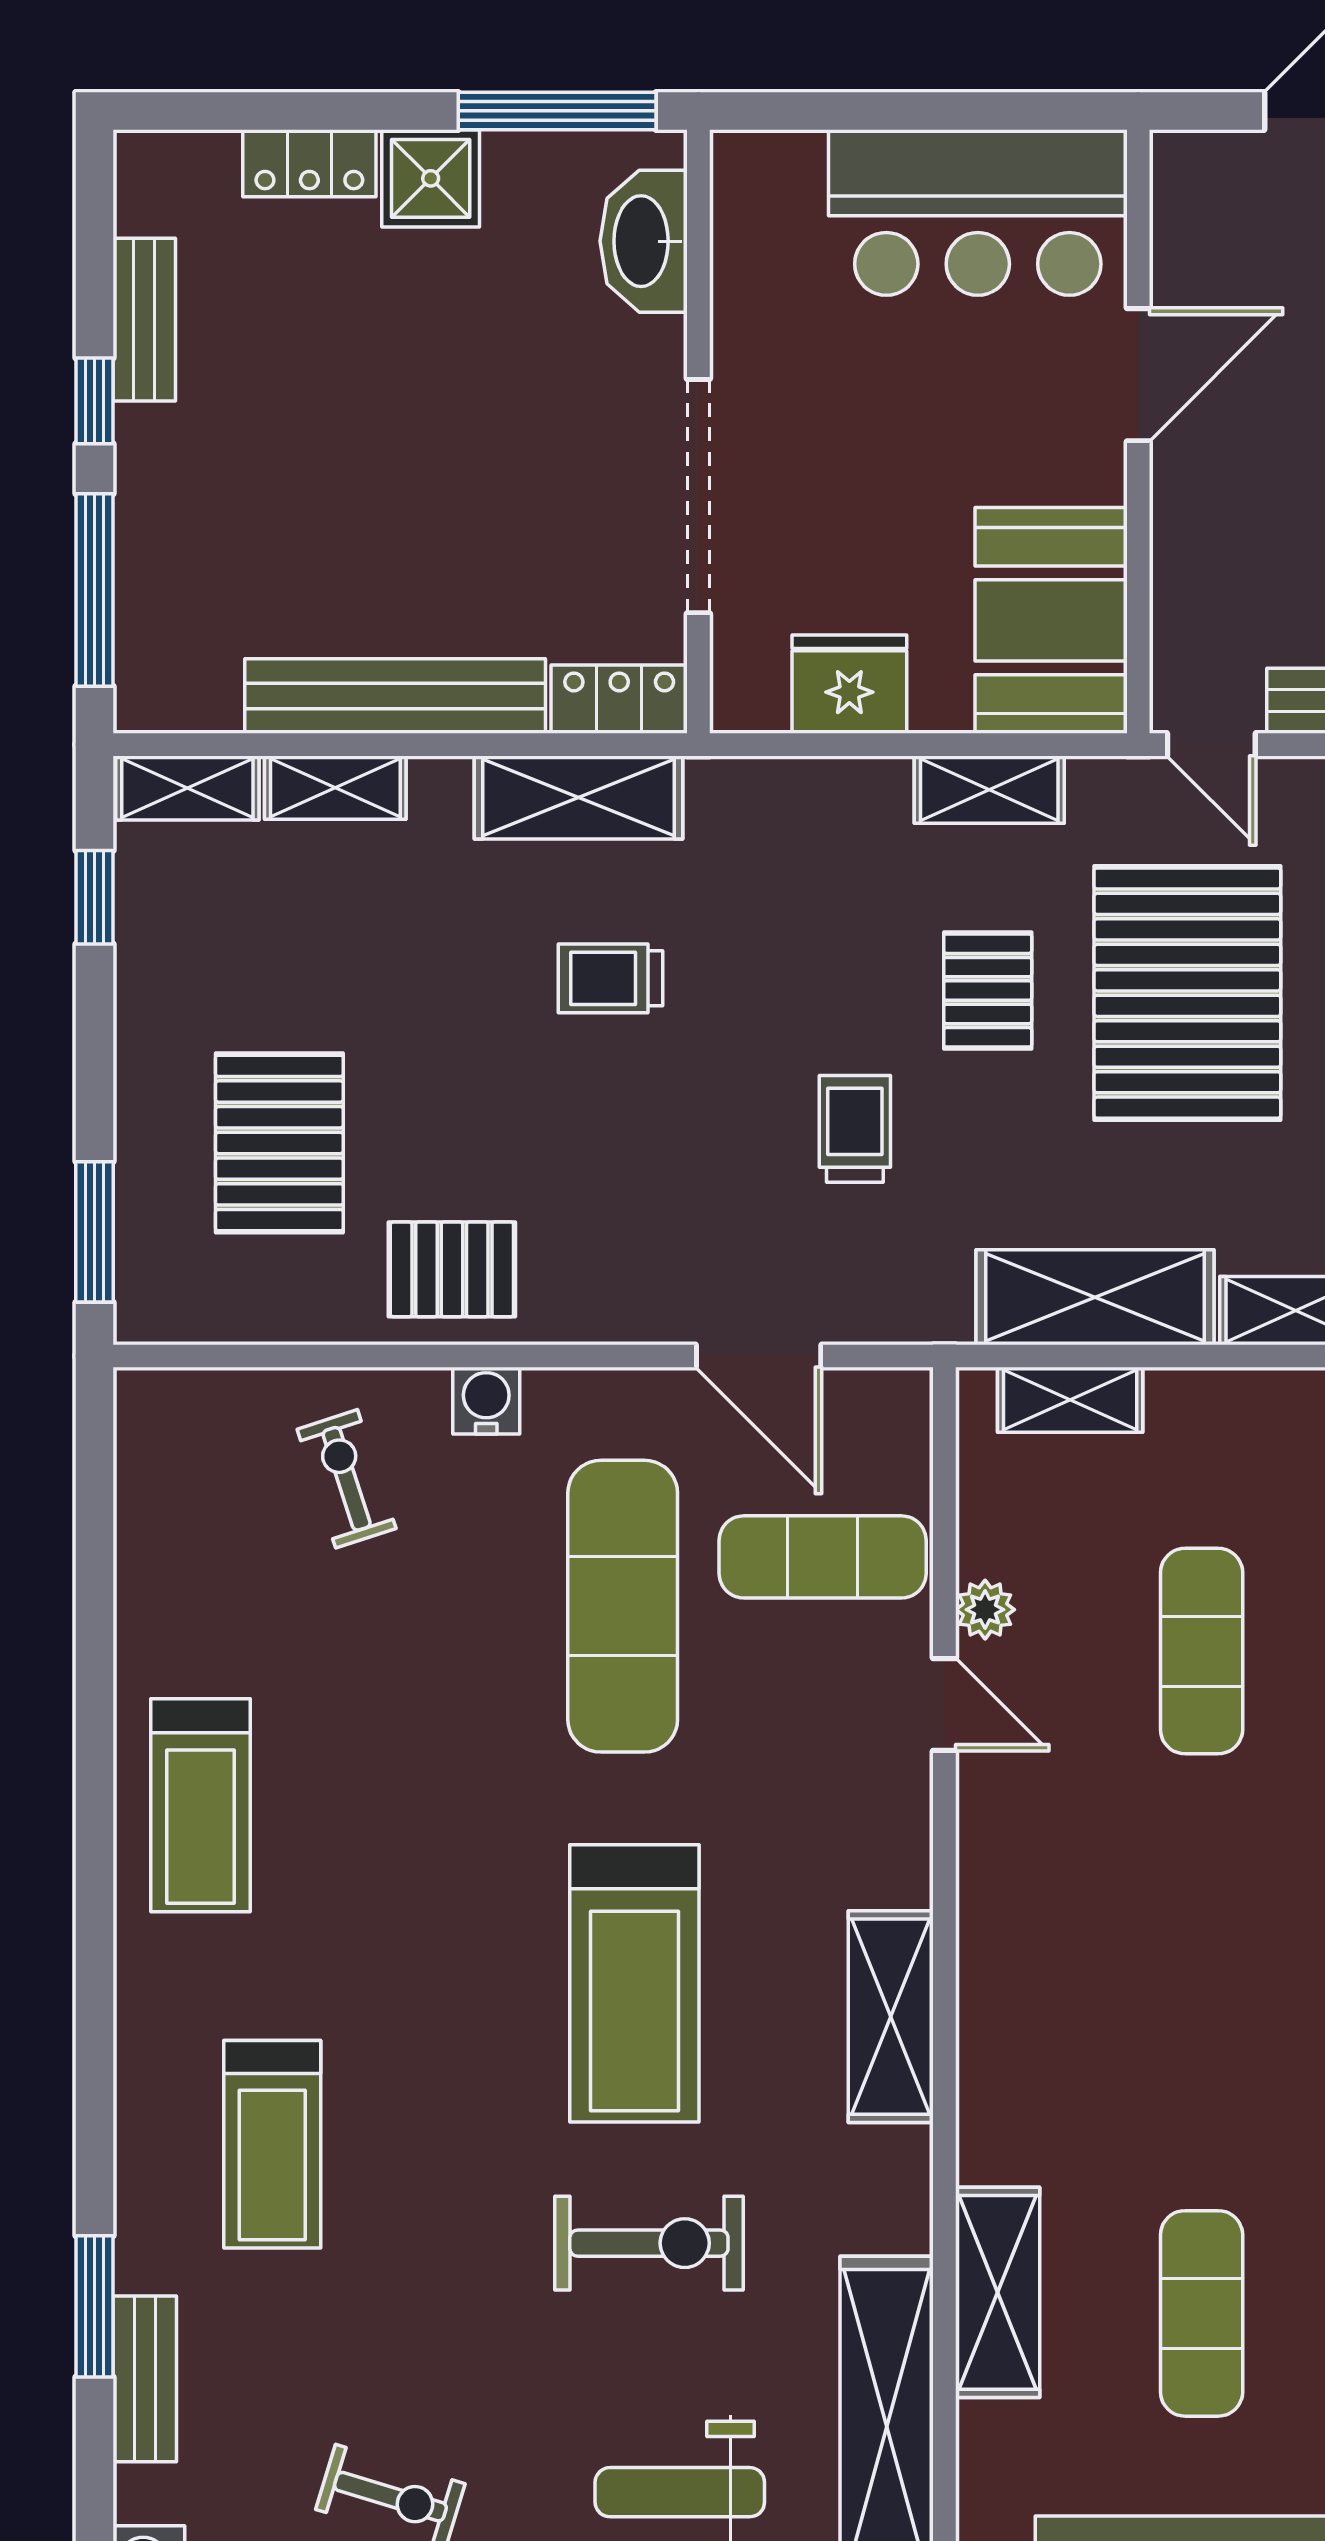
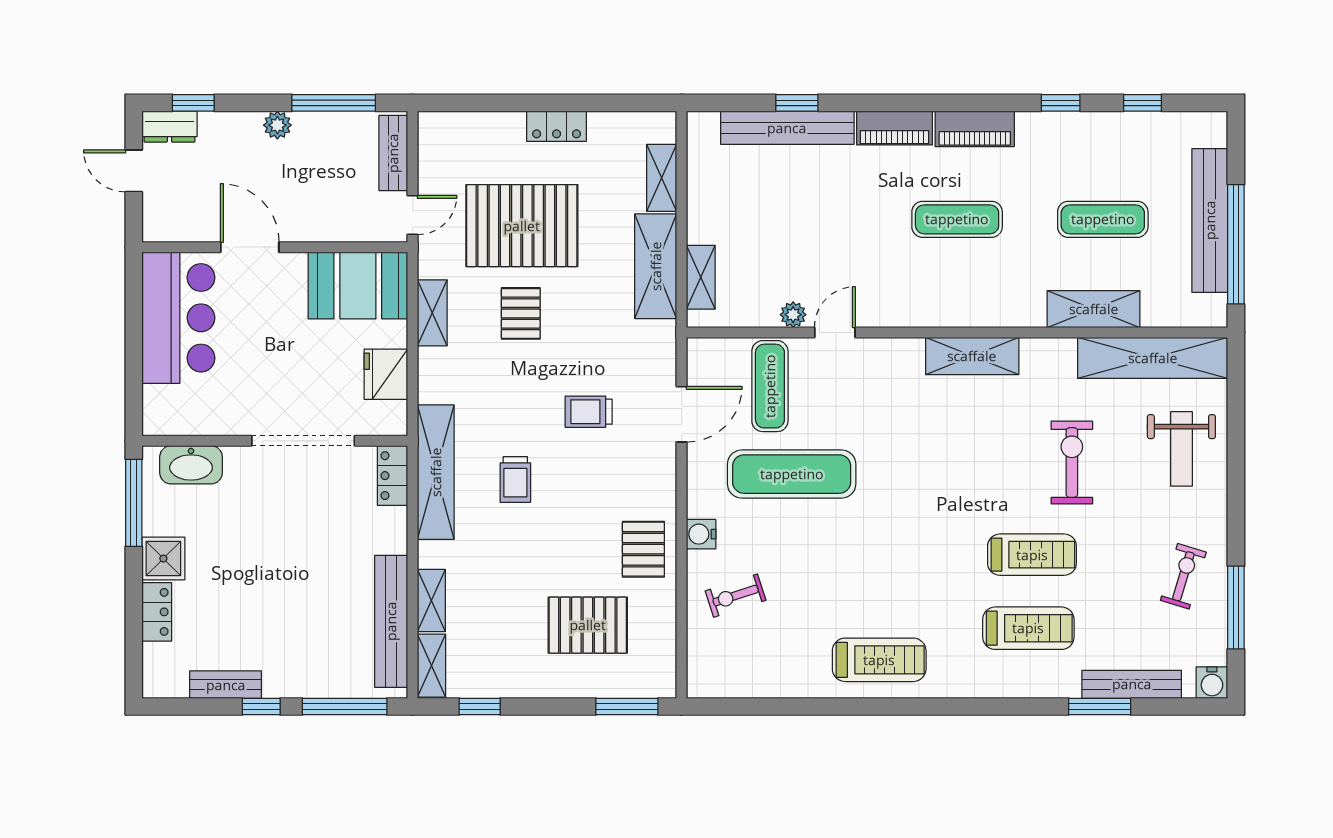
bench: (395, 696) -> (391, 621), moved
shelving: (578, 797) -> (436, 472), width x1.47
pallet: (988, 991) -> (521, 313), turned 90
trolley: (855, 1129) -> (589, 412), moved
exercise mat: (1202, 1651) -> (957, 219), moved
treadmill: (634, 1983) -> (1032, 555), moved, width x0.73, depth x0.73
bench: (145, 2379) -> (1132, 684), width x1.36

